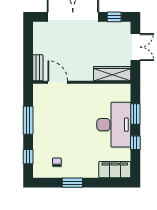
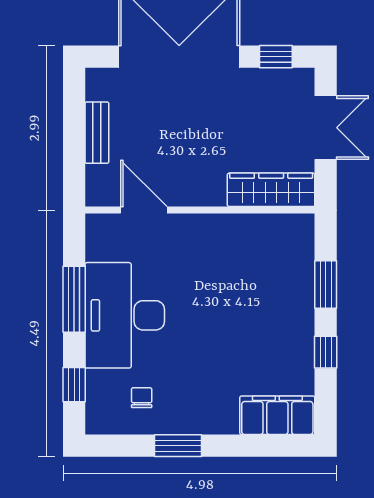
bench: (38, 68) -> (97, 133), moved
desk: (114, 125) -> (125, 315), moved, turned 180

